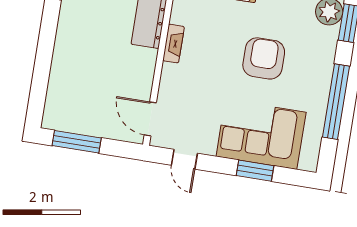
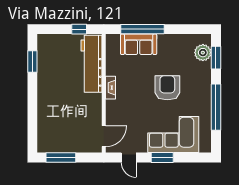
door: (150, 119) -> (104, 136), swing flipped
window: (255, 171) -> (162, 157), moved

